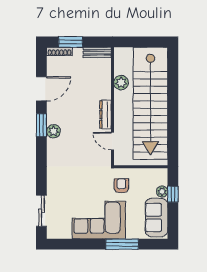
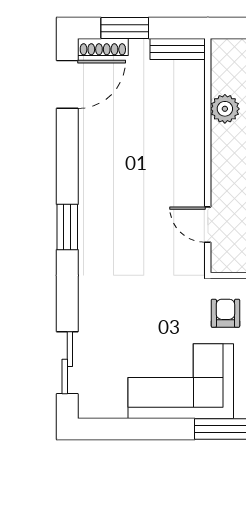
door: (41, 89) -> (67, 84), moved
dresser: (105, 115) -> (194, 172), removed
window: (41, 125) -> (67, 227), moved
plant: (54, 131) -> (91, 205), removed

